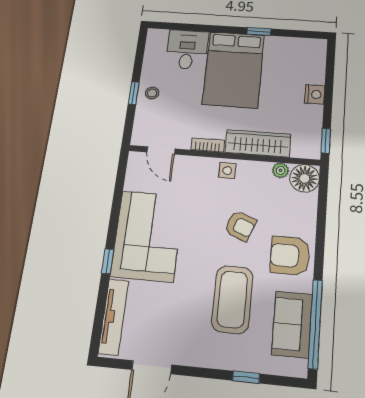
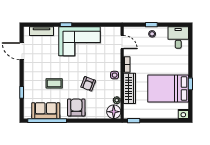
desk: (187, 50) -> (178, 38), moved, turned -90
bed: (234, 69) -> (168, 89), moved
nightstand: (315, 95) -> (183, 114), moved
door: (161, 150) -> (122, 42), swing flipped
coffee table: (232, 299) -> (54, 83), width x0.54, depth x0.58
tv unit: (114, 317) -> (42, 31), width x0.71

